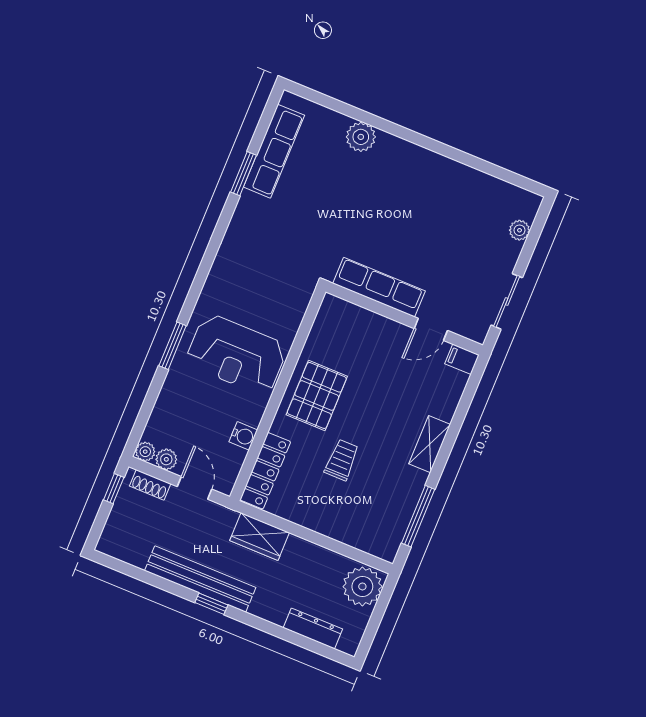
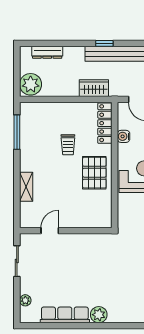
plant: (361, 137) -> (99, 315), moved
row of seats: (379, 287) -> (65, 315), moved, turned 180
filing cabinet: (462, 359) -> (28, 222), removed
shelving: (430, 444) -> (26, 187), moved

